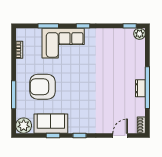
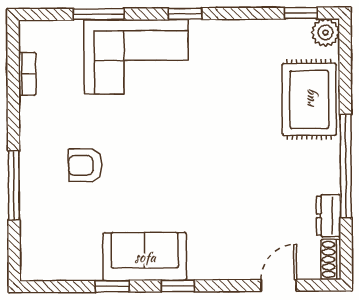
rug: (133, 61) -> (309, 99), added
armchair: (43, 87) -> (85, 165), width x0.53, depth x0.53
dresser: (140, 88) -> (329, 216), moved
sofa: (51, 124) -> (145, 257), moved
plant: (24, 126) -> (39, 262), removed

